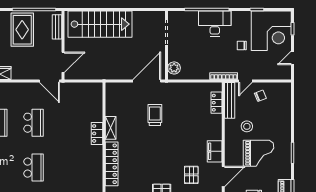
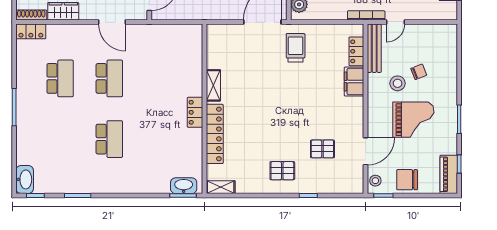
door: (49, 81) -> (112, 22), moved
chair: (260, 96) -> (419, 72), moved
trolley: (155, 115) -> (296, 48), moved
locker: (97, 133) -> (195, 112), moved
filing cabinet: (215, 151) -> (354, 82), moved
pallet: (191, 175) -> (322, 149), turned 90

